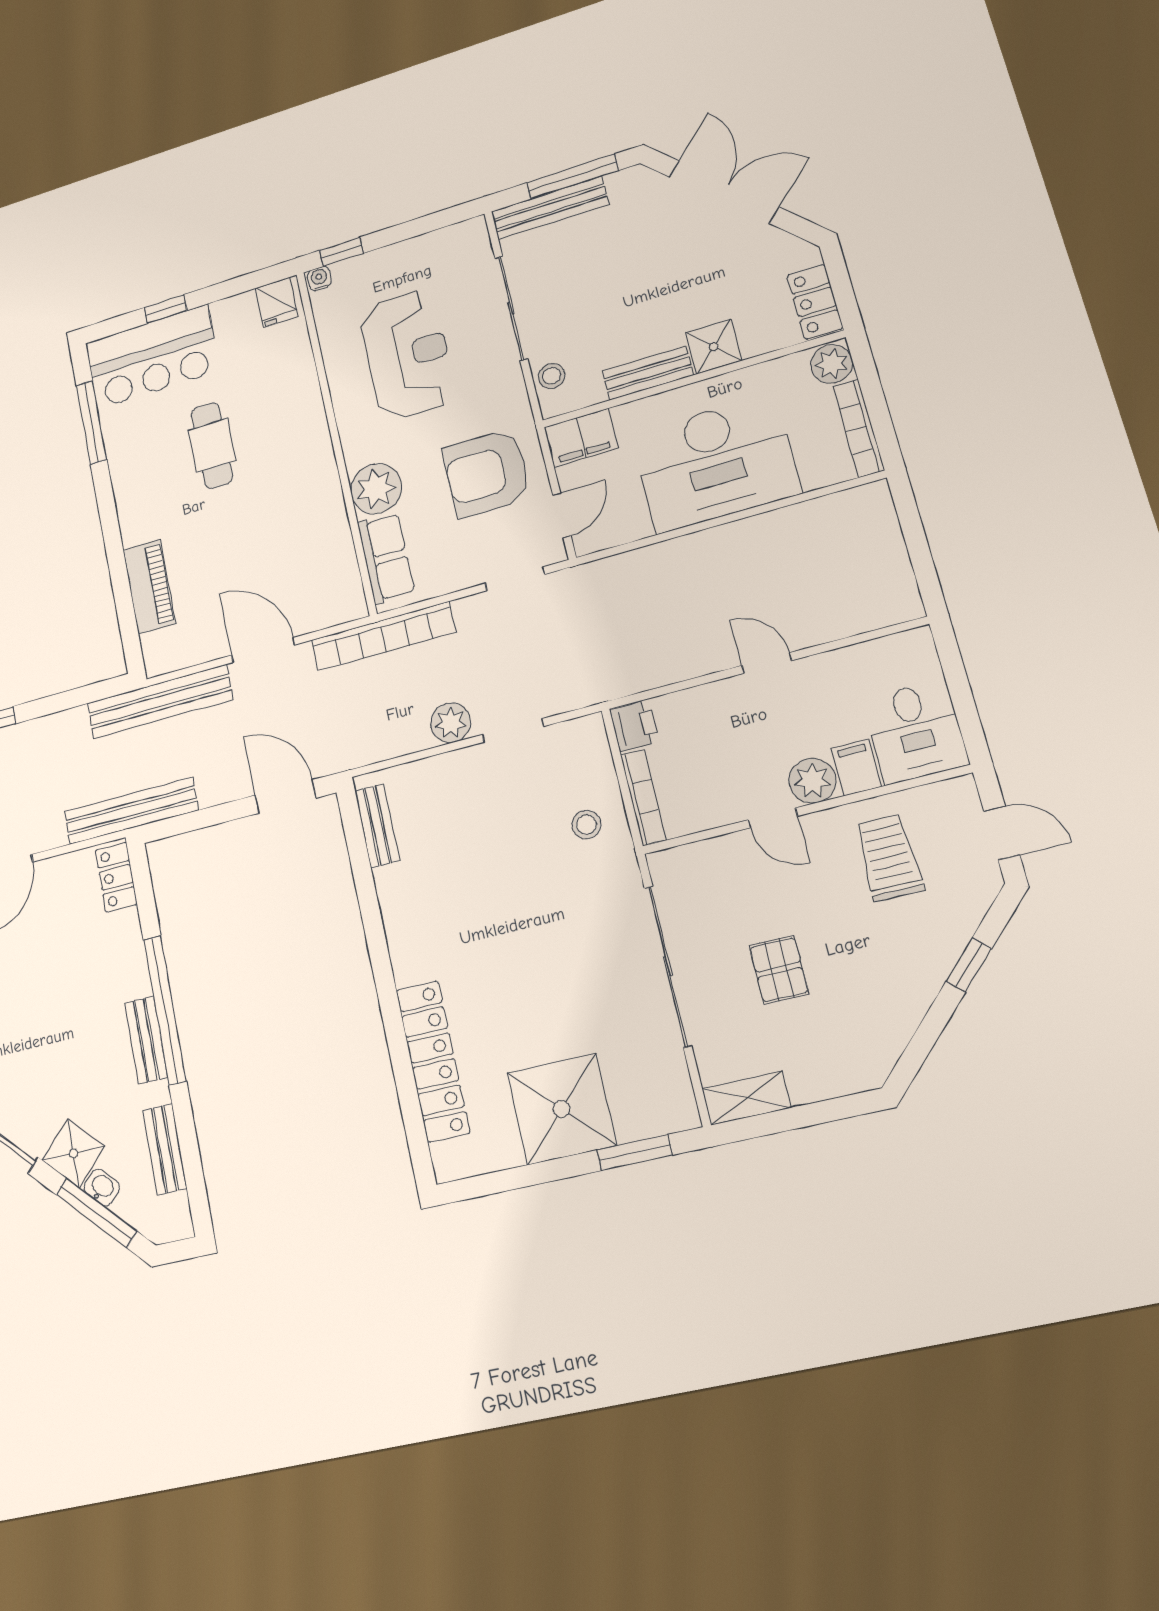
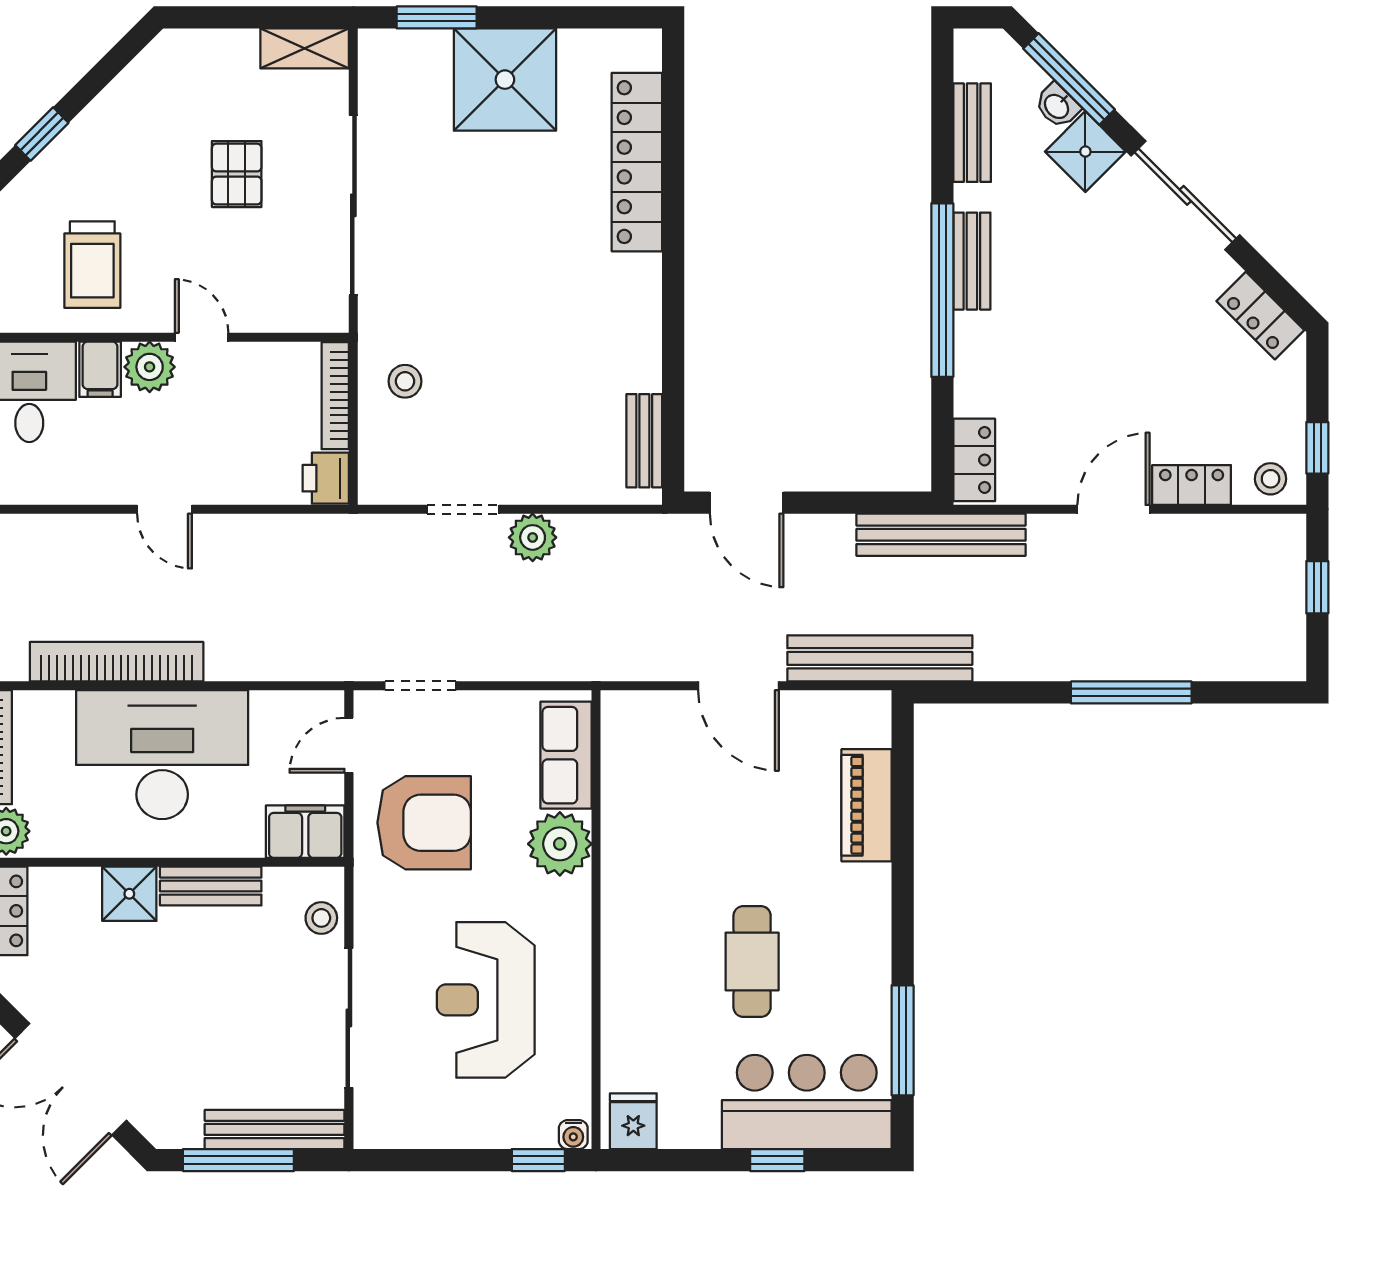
bookcase: (383, 636) -> (117, 662), moved

